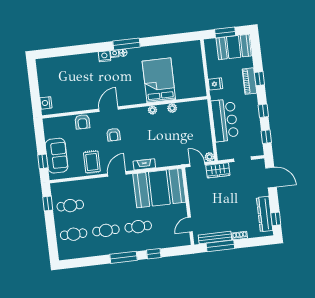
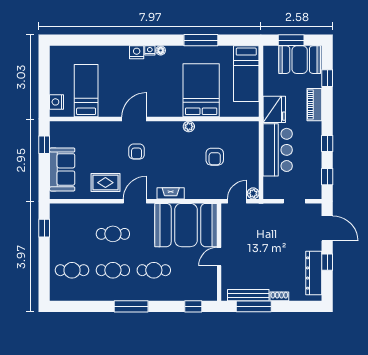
window: (126, 44) -> (201, 40), moved
bed: (193, 63) -> (246, 74), added
window: (259, 79) -> (327, 78), moved
fridge: (215, 84) -> (274, 109), width x1.88, depth x1.34
bed: (68, 91) -> (86, 91), added
plant: (172, 108) -> (214, 127), removed
armchair: (82, 122) -> (215, 157), moved
window: (43, 161) -> (44, 145), moved
rug: (92, 162) -> (105, 183), turned 90
door: (197, 164) -> (237, 201), hinge flipped
wardrobe: (218, 170) -> (262, 212), removed
cafe table: (70, 206) -> (113, 234), moved
window: (276, 219) -> (327, 262), moved
door: (190, 225) -> (219, 257), moved
window: (154, 254) -> (193, 306), moved

